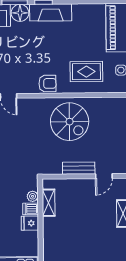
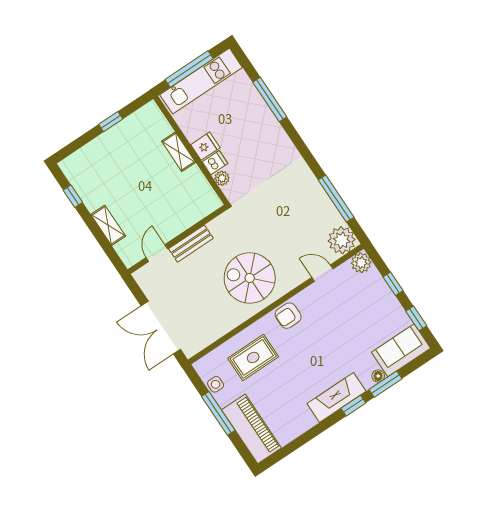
floor lamp: (20, 13) -> (378, 376), width x0.53, depth x0.53
spiral stairs: (70, 122) -> (250, 278), moved
shelving: (49, 203) -> (179, 152), moved

